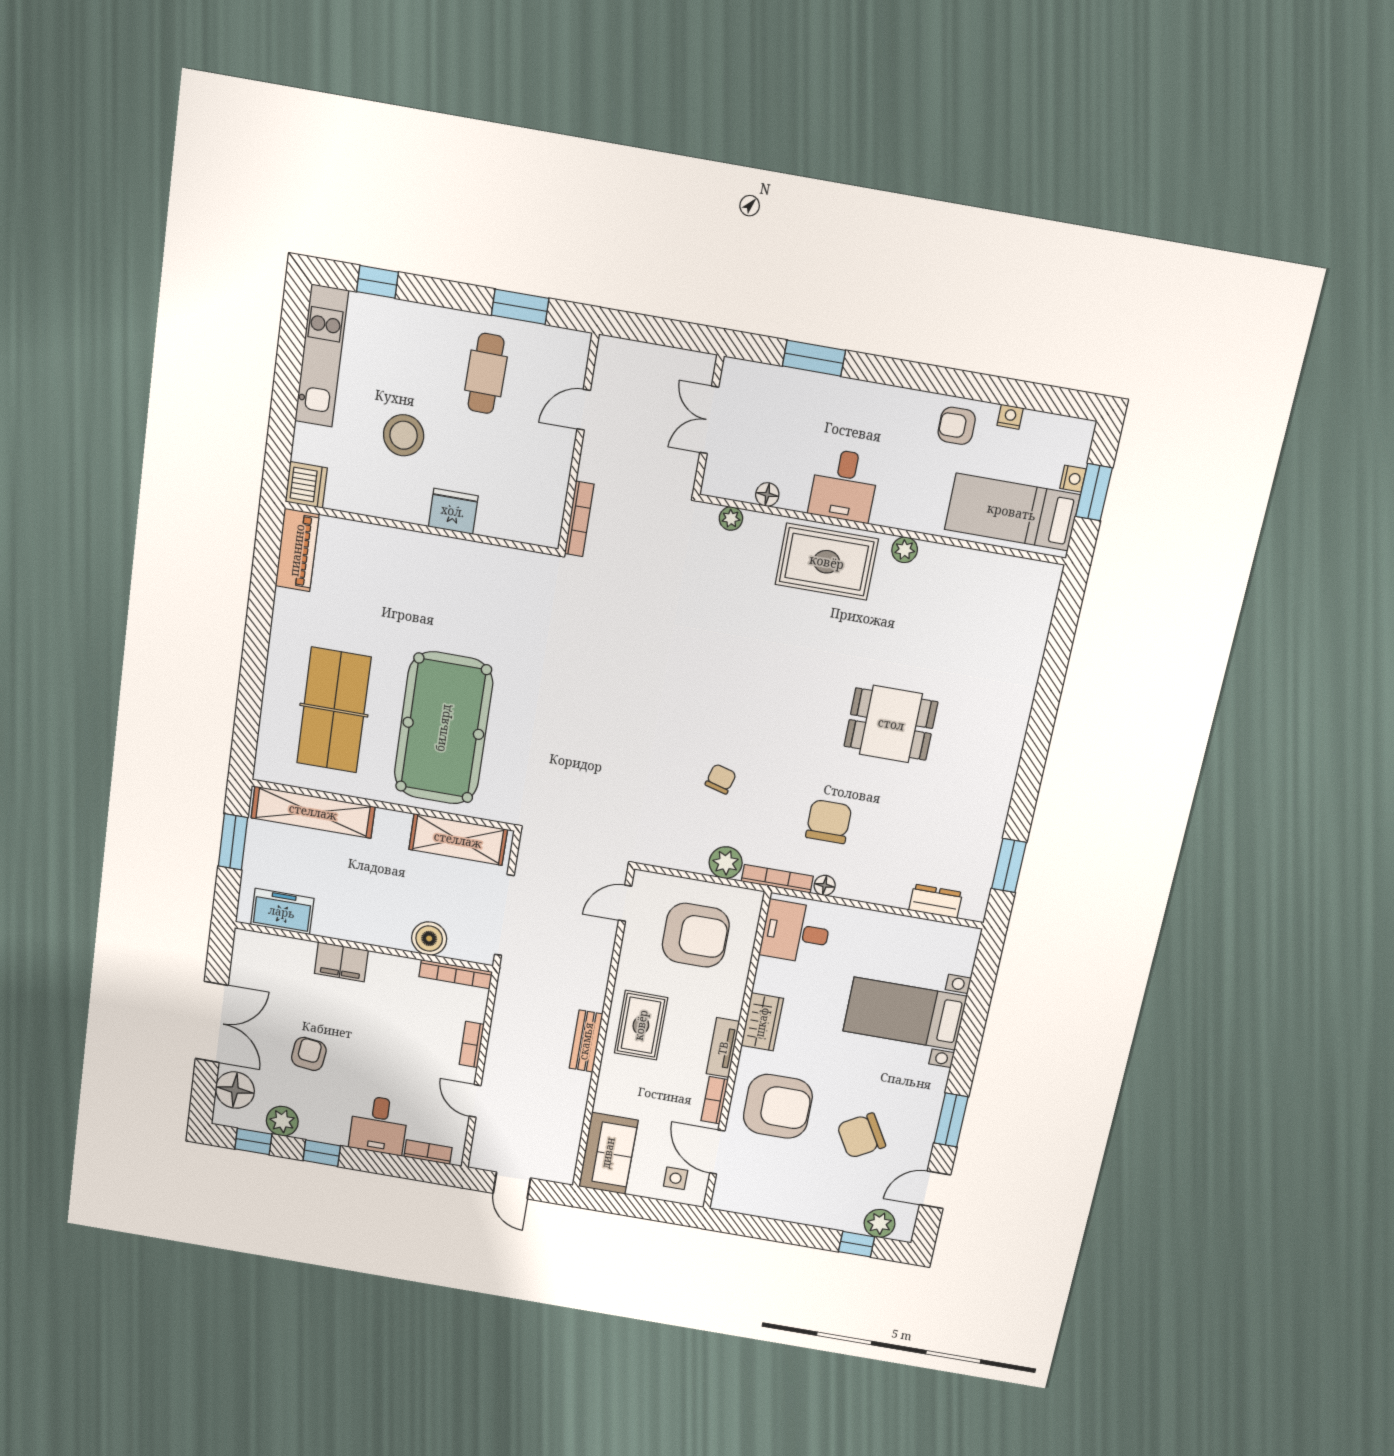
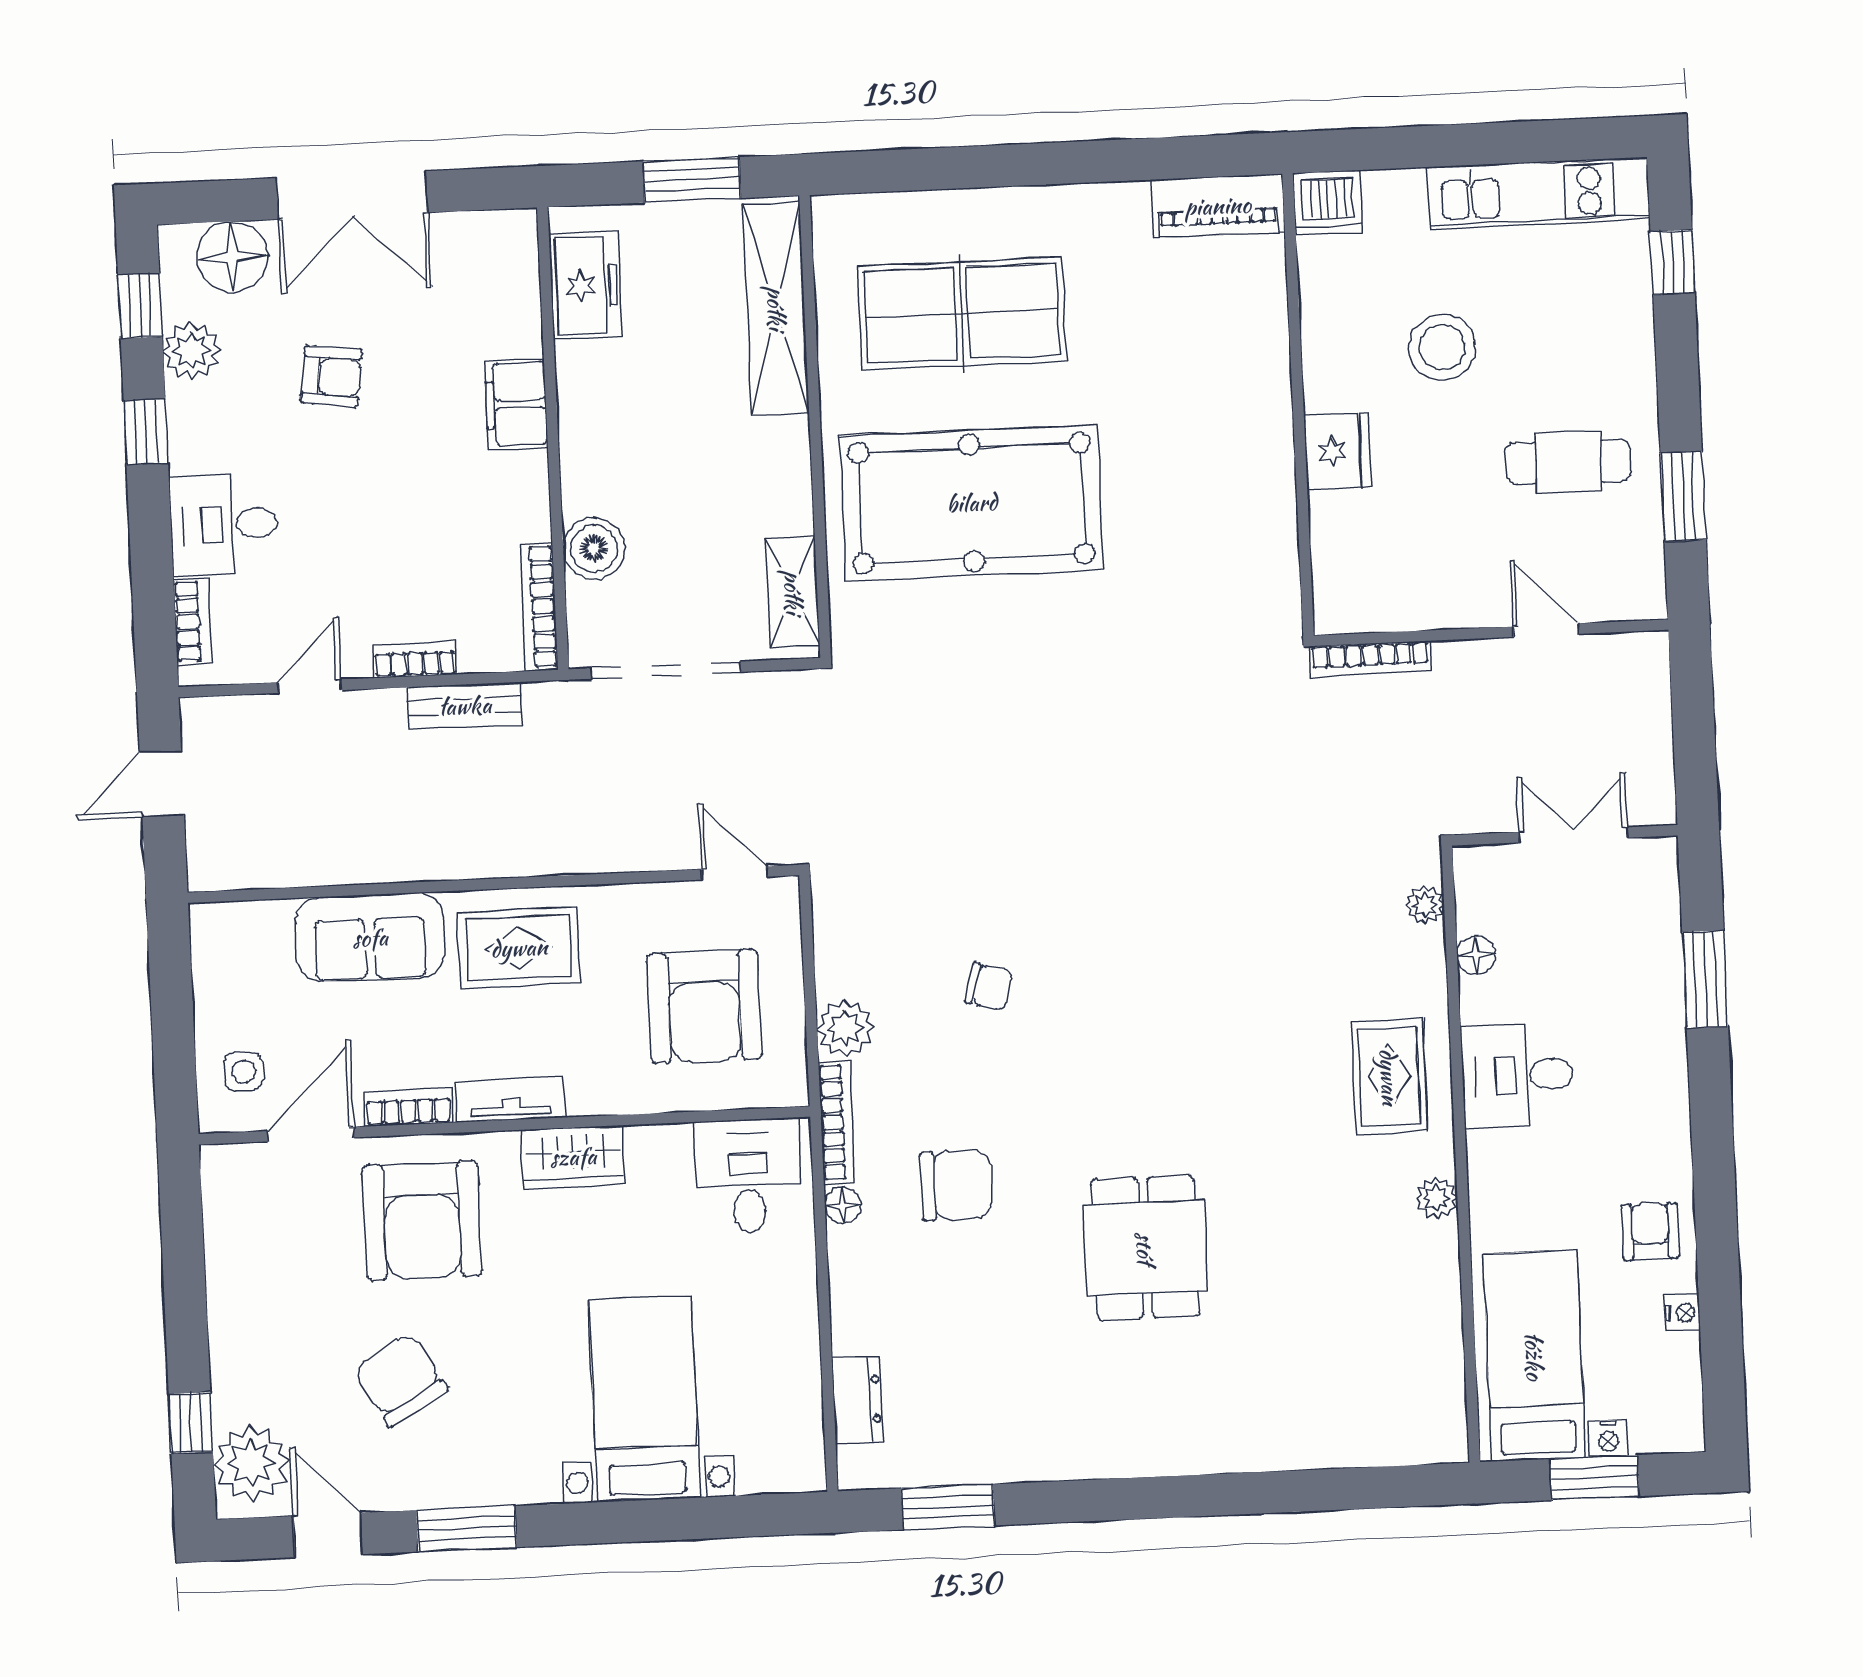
rug: (827, 562) -> (1389, 1077), width x0.73, depth x0.70
shelving: (458, 840) -> (793, 592), width x0.67, depth x0.75
bench: (586, 1041) -> (465, 706), moved
sofa: (608, 1153) -> (370, 938), moved
plant: (880, 1223) -> (251, 1463), width x1.36, depth x1.36

